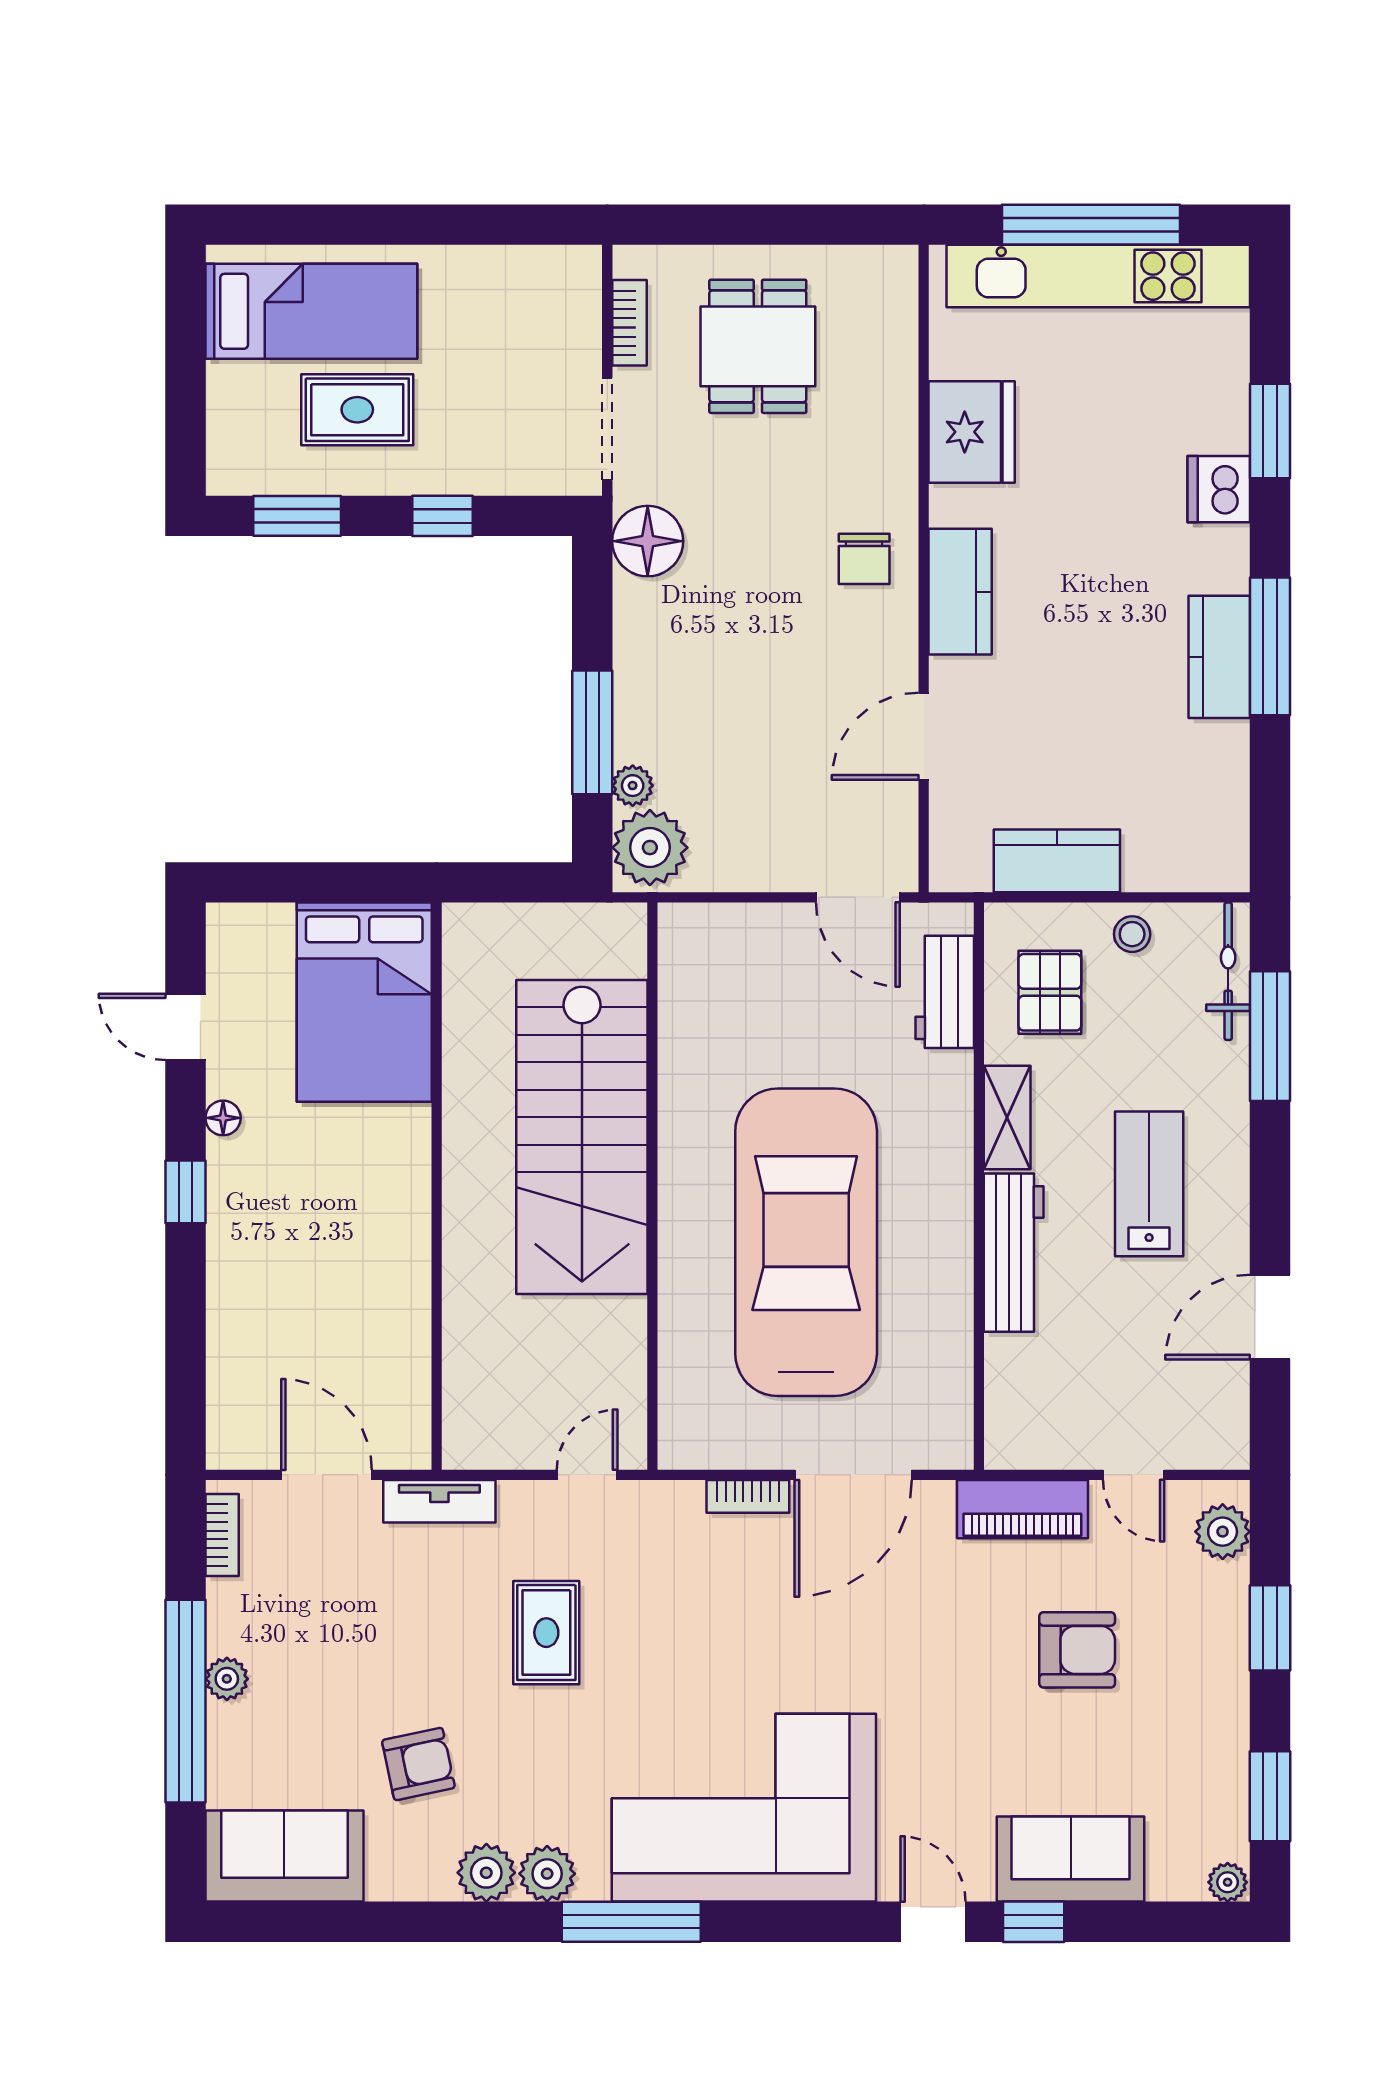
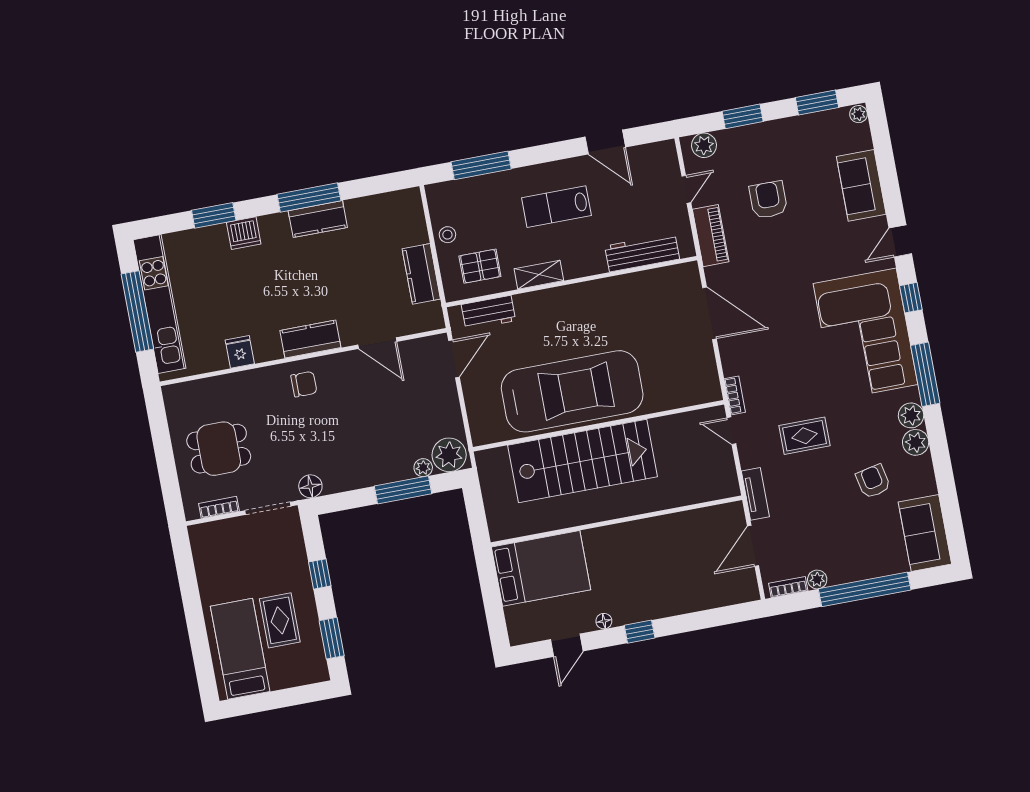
fridge: (972, 432) -> (240, 352), width x0.53, depth x0.75
floor lamp: (648, 541) -> (310, 486), width x0.73, depth x0.73
bicycle: (1228, 971) -> (456, 189), removed
car: (806, 1242) -> (572, 391), moved, turned 180
workbench: (1014, 1253) -> (642, 252), moved
bookcase: (748, 1496) -> (735, 395), moved
plant: (227, 1679) -> (817, 579), moved
window: (1034, 1922) -> (911, 298), moved

